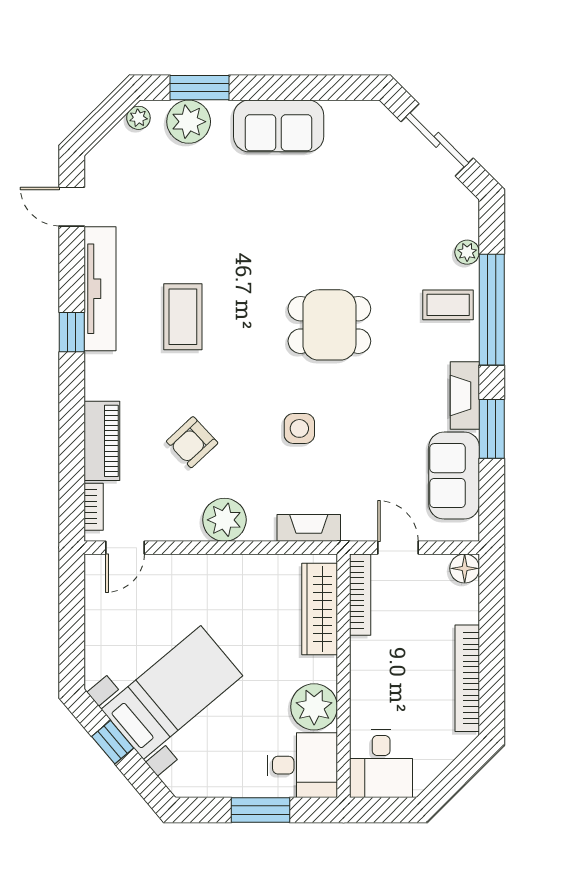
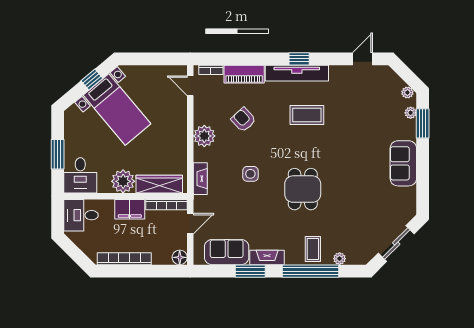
plant: (189, 122) -> (411, 113), width x0.53, depth x0.53
tv unit: (100, 289) -> (297, 73), moved
filing cabinet: (369, 667) -> (130, 209), added
plant: (314, 707) -> (123, 181), moved

